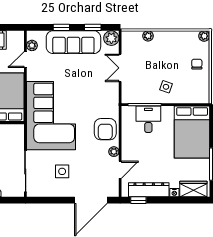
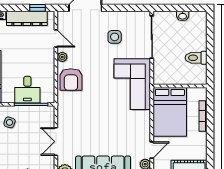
double door: (120, 68) -> (56, 142), swing flipped
corner sofa: (51, 116) -> (132, 84), width x0.73, depth x0.74
armchair: (105, 129) -> (71, 80), turned 180
door: (120, 170) -> (56, 39), swing flipped

